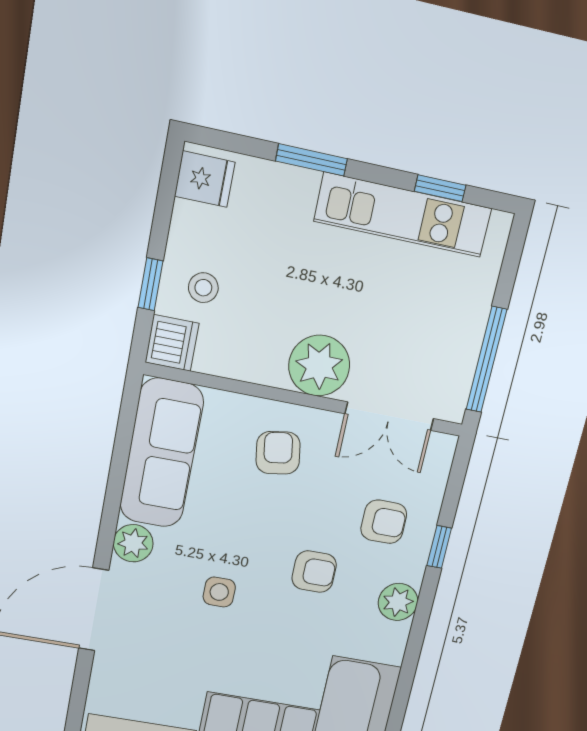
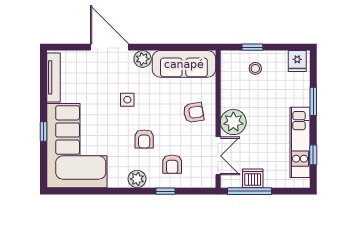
dishwasher: (172, 343) -> (253, 178), moved, turned 180
double door: (389, 416) -> (218, 156), swing flipped

